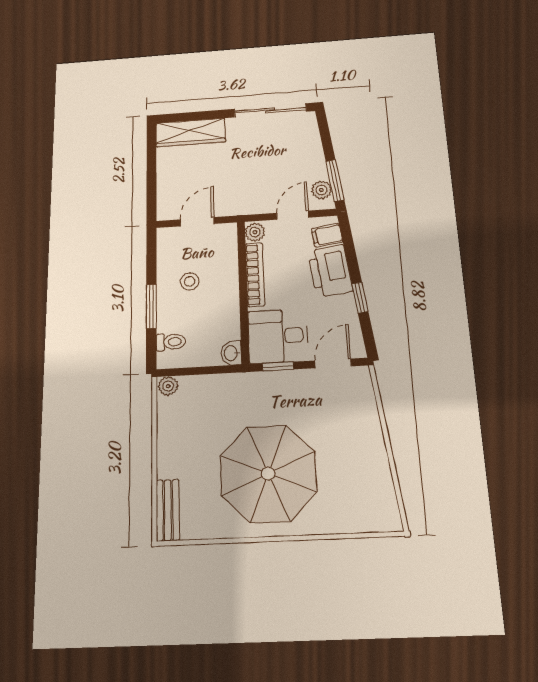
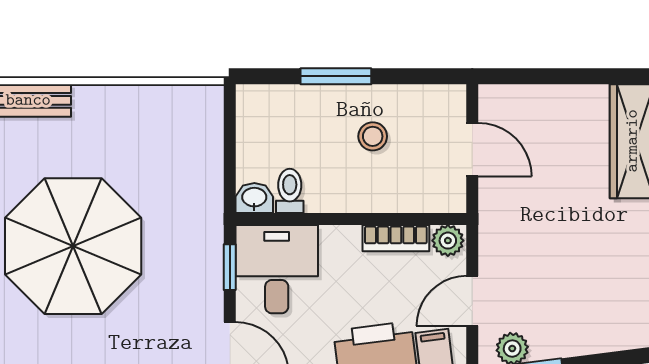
door: (293, 215) -> (472, 301), swing flipped
bookcase: (255, 274) -> (396, 238), width x0.64
toilet: (171, 342) -> (290, 191), moved, turned 180
plant: (168, 386) -> (209, 102), removed

